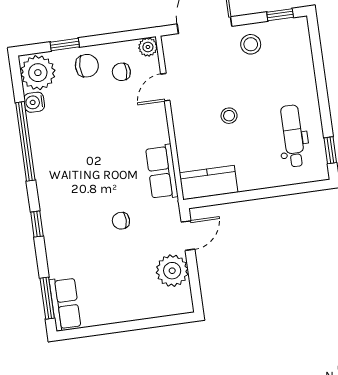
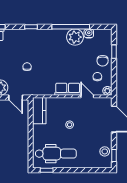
stool: (251, 44) -> (105, 151), moved
plant: (38, 73) -> (75, 37), moved
dental chair: (293, 136) -> (56, 154), width x1.36, depth x1.38
row of seats: (162, 172) -> (68, 89), moved

